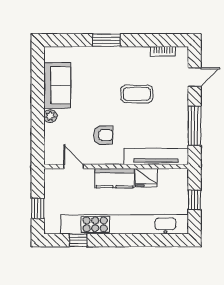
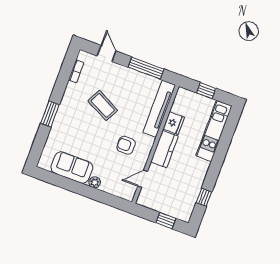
coffee table: (137, 94) -> (103, 105), turned -63
armchair: (103, 135) -> (126, 145), turned -90
kitchen unit: (125, 224) -> (214, 131), width x0.54

